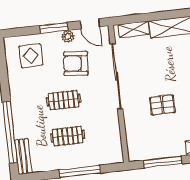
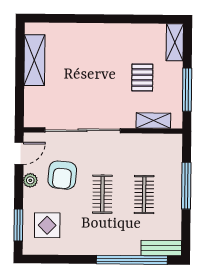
window: (54, 28) -> (18, 225), moved
shelving: (134, 29) -> (153, 121), moved, turned 90
pallet: (162, 105) -> (142, 78), moved

